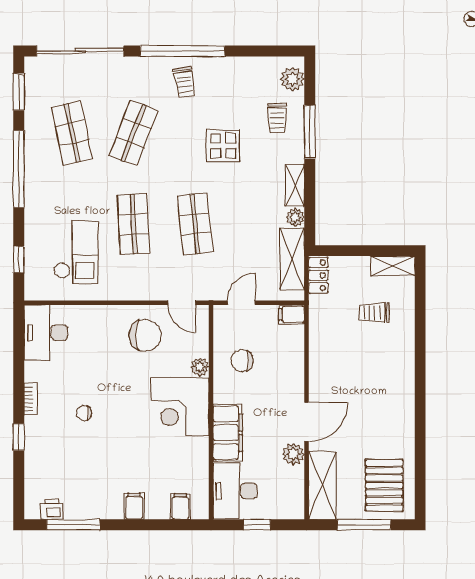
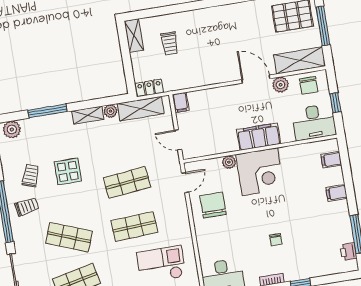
trolley: (277, 118) -> (31, 176), moved, turned -71
chair: (242, 361) -> (309, 85), moved
filing cabinet: (228, 433) -> (259, 137), moved

